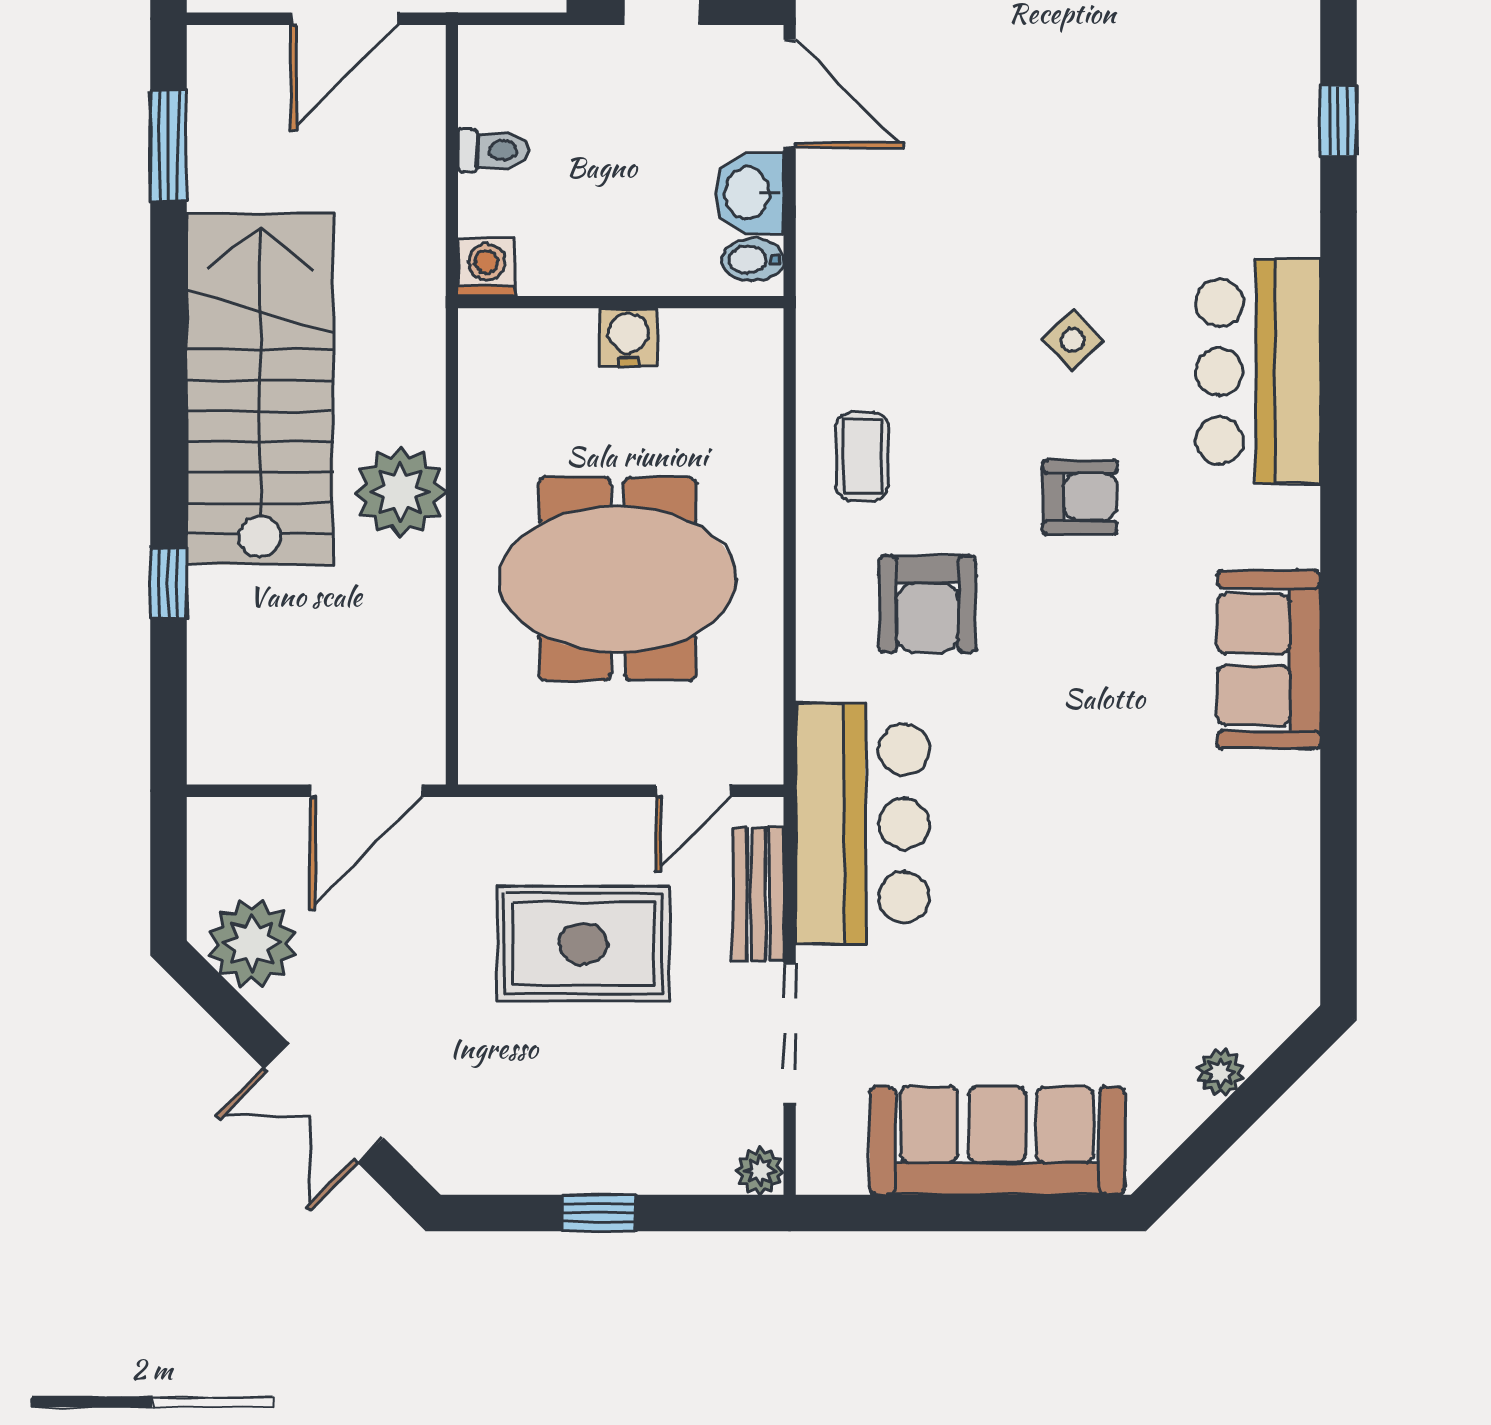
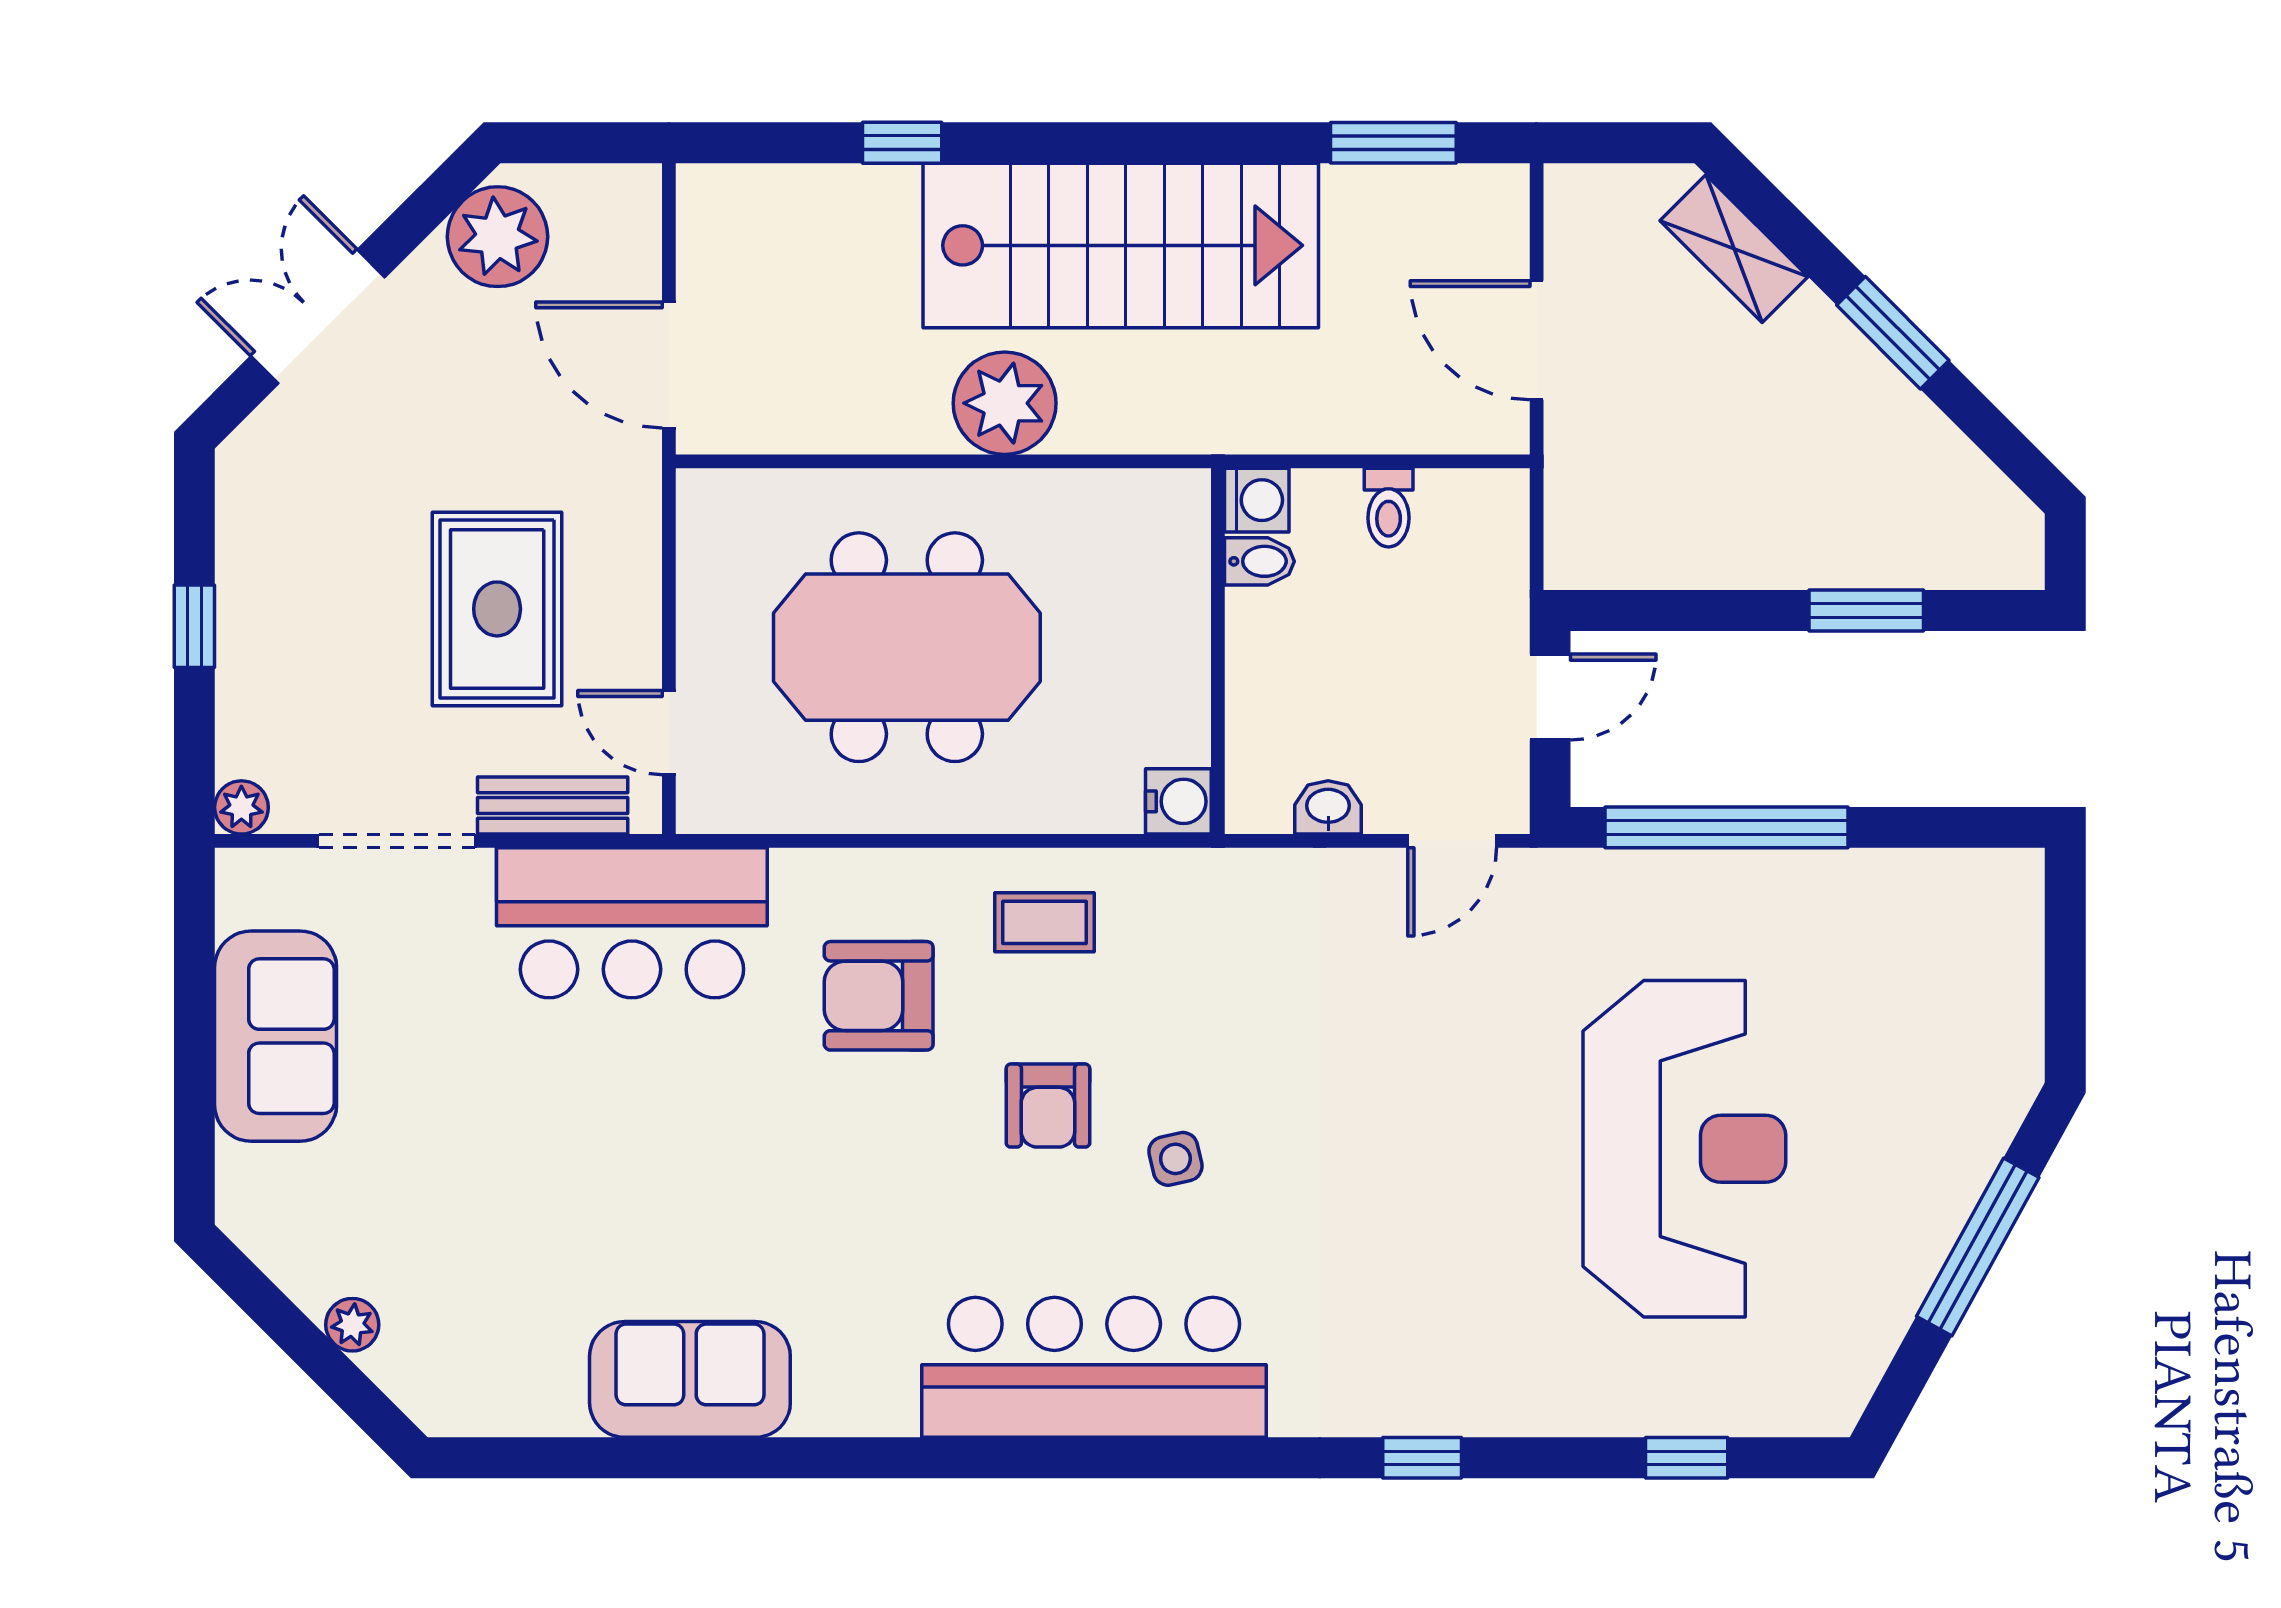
door: (790, 94) -> (1452, 841), width x0.73
washbasin: (749, 193) -> (1328, 807), width x0.72, depth x0.69
bidet: (753, 260) -> (1260, 561), moved, turned 90
water cooler: (628, 337) -> (1178, 801), moved
side table: (1073, 340) -> (1175, 1159), turned 31
bar counter: (1258, 372) -> (1094, 1367), width x1.36
armchair: (1080, 497) -> (1048, 1106), moved
meeting table: (617, 579) -> (907, 647), turned 90
sofa: (1269, 660) -> (690, 1379), moved
sofa: (997, 1141) -> (276, 1036), width x0.73

